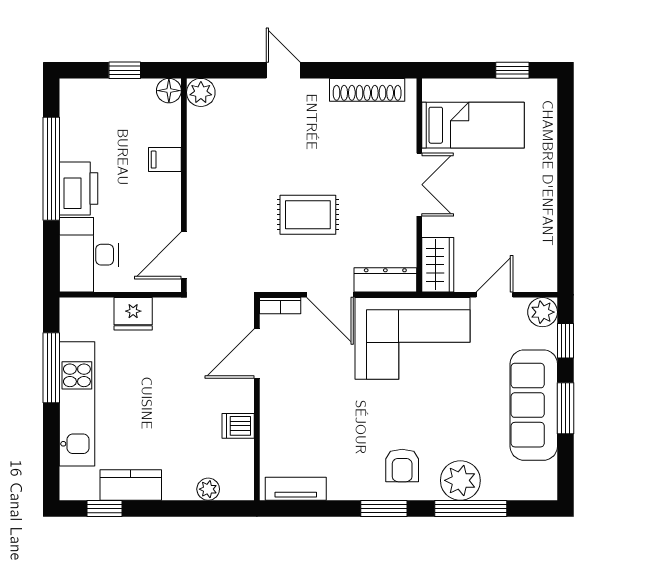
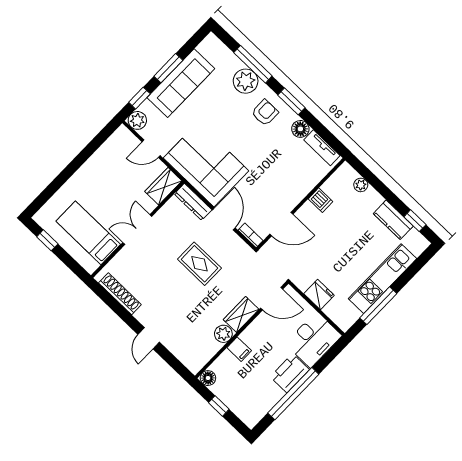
plant: (201, 92) -> (223, 334), moved
wardrobe: (202, 202) -> (241, 314), added
floor lamp: (342, 486) -> (300, 129), added

